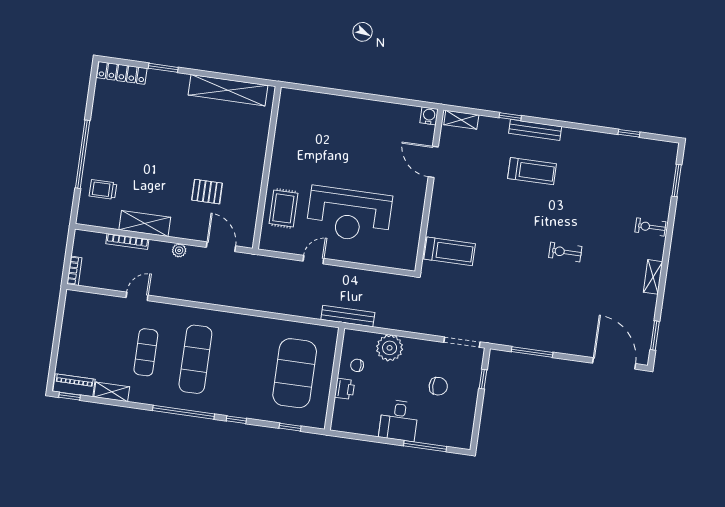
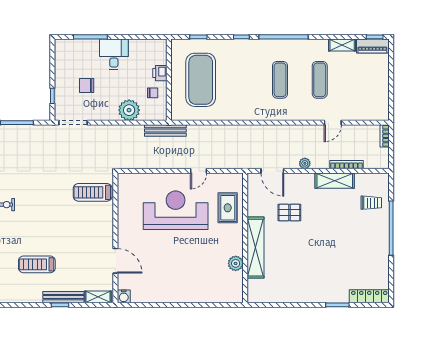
shelving: (228, 90) -> (256, 248), moved, turned 90
bench: (535, 130) -> (63, 297), moved
plant: (283, 137) -> (236, 263), added
exercise mat: (195, 359) -> (280, 80), width x0.73, depth x0.69

